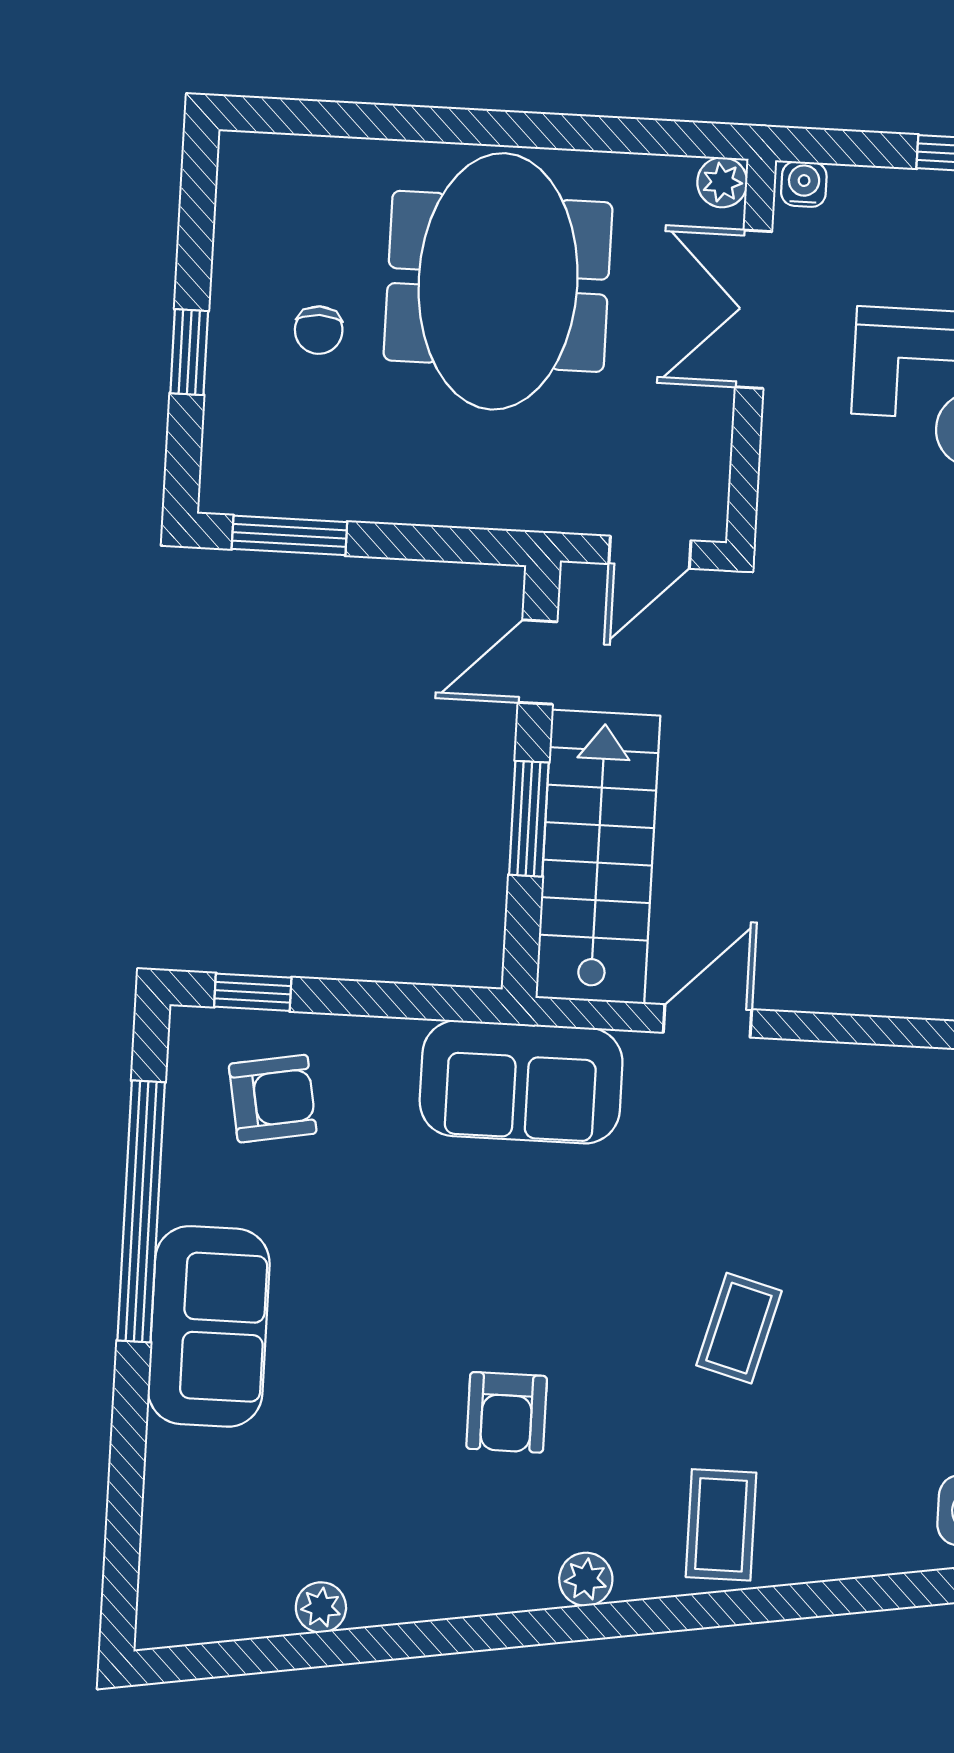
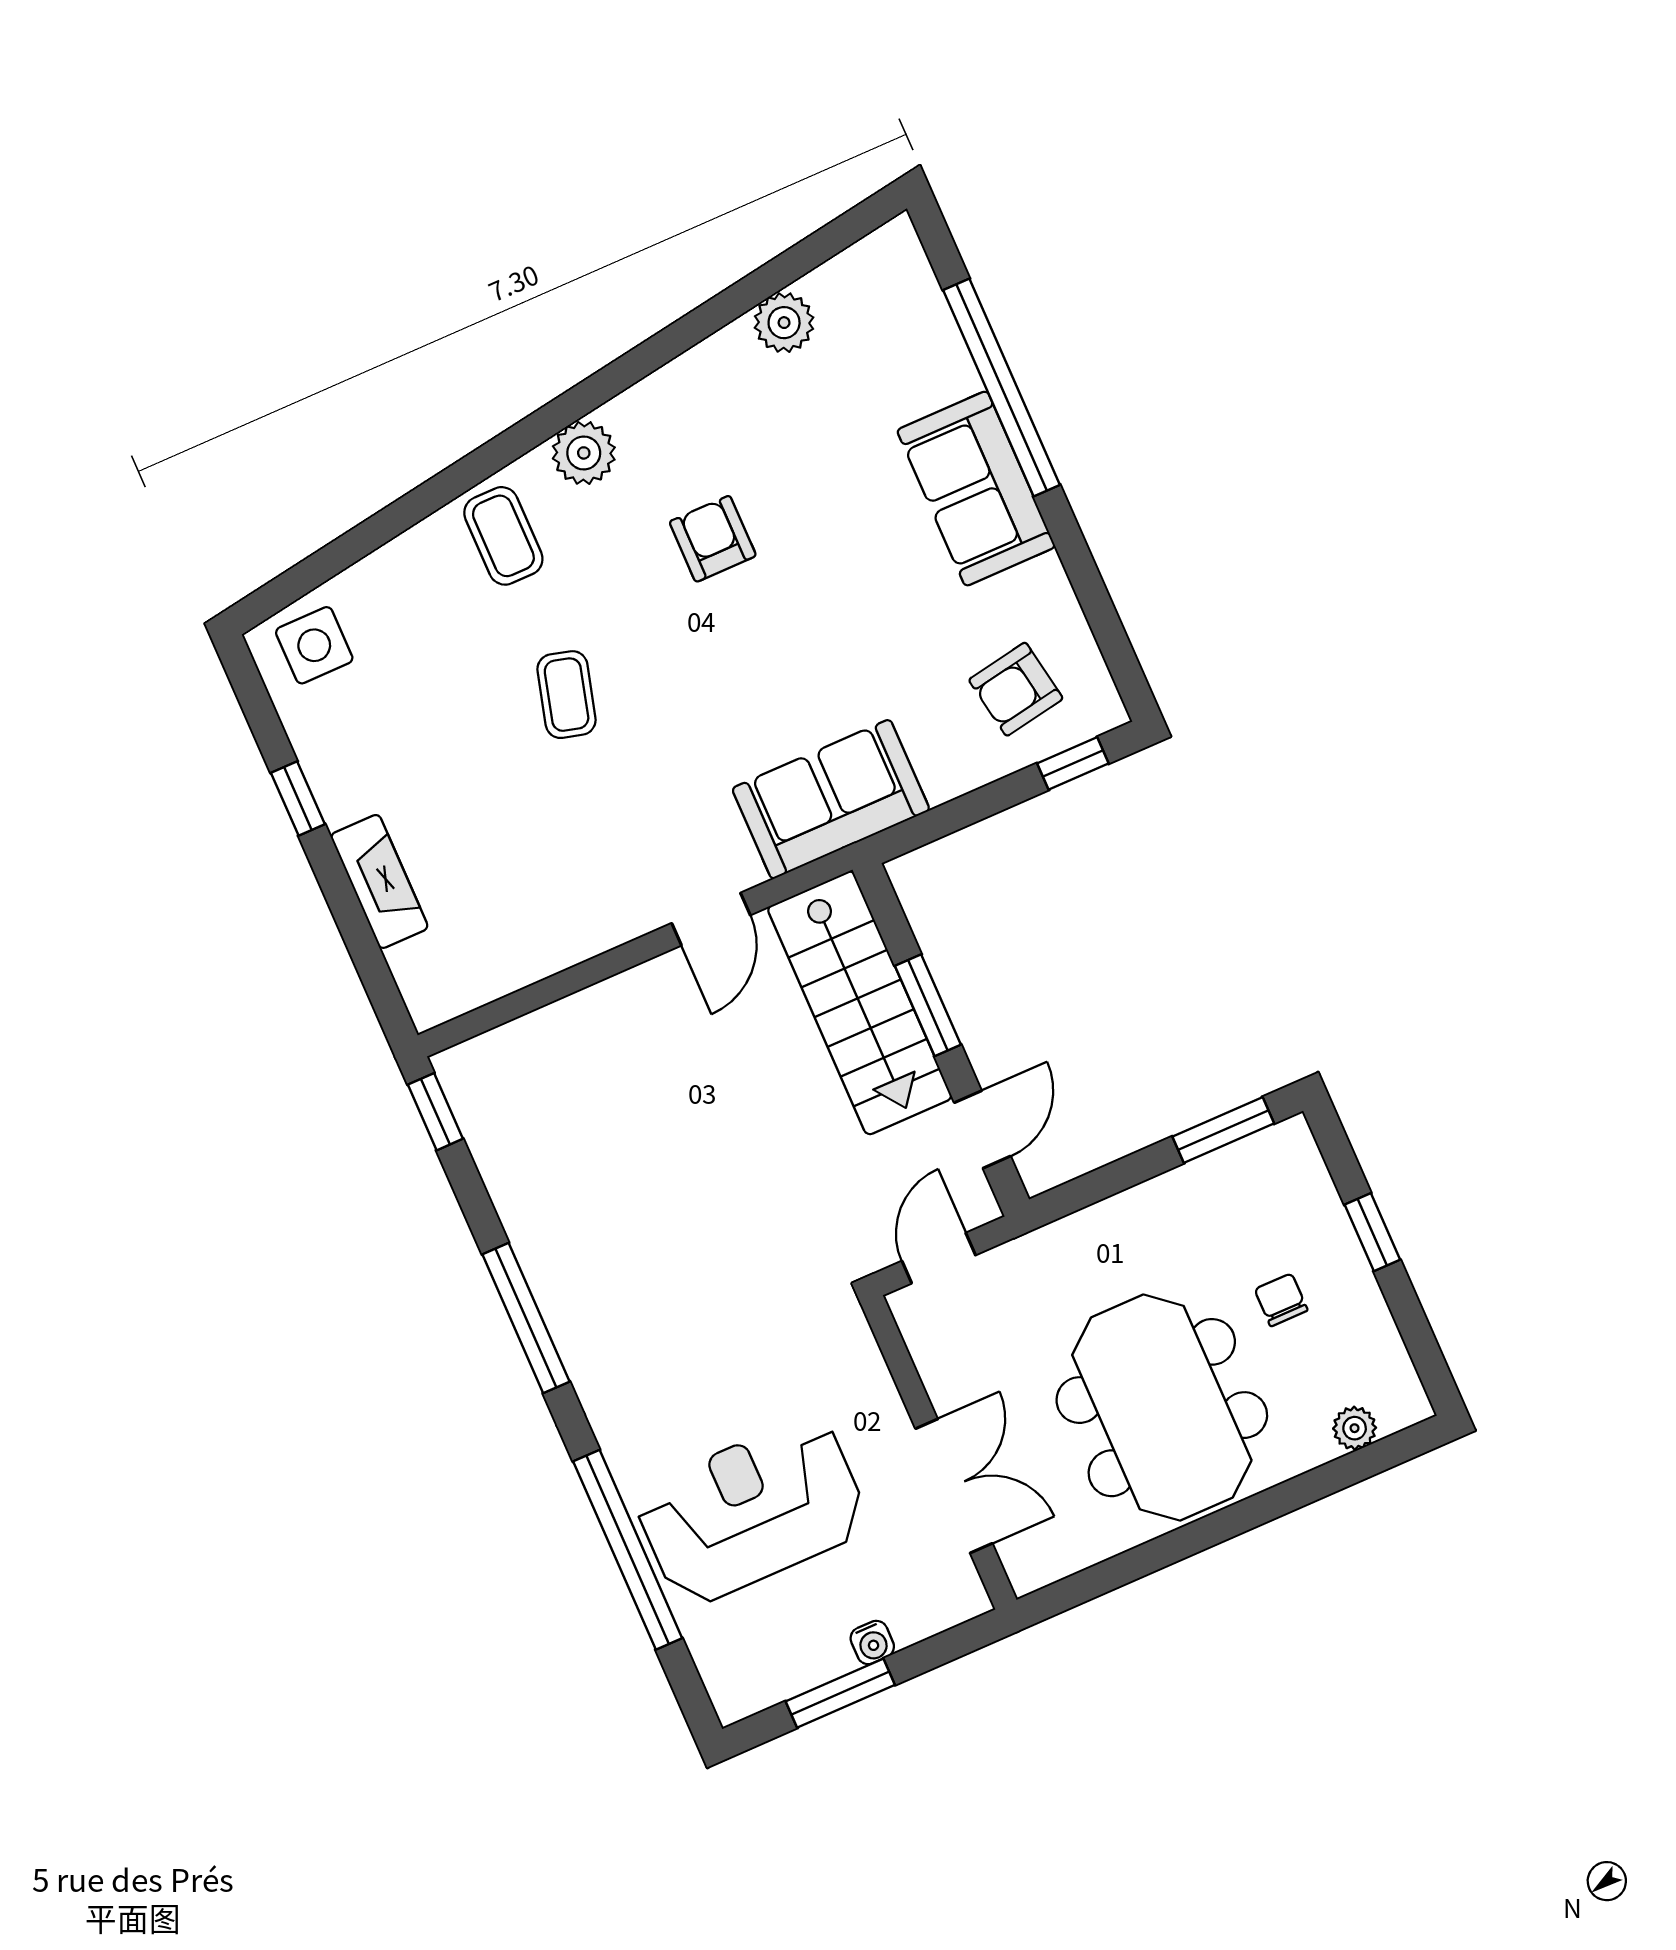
plant: (722, 182) -> (1355, 1428), moved
water cooler: (804, 184) -> (872, 1642), moved
window: (141, 1211) -> (1002, 387), moved
plant: (586, 1579) -> (584, 453), width x1.38, depth x1.38
plant: (321, 1607) -> (784, 323), width x1.38, depth x1.38

